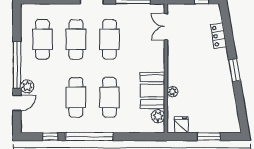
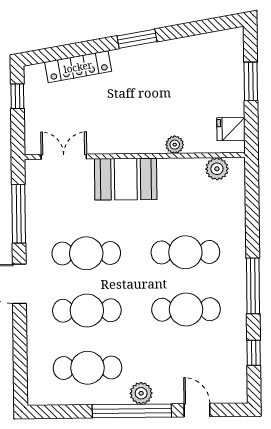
double door: (166, 27) -> (64, 157), swing flipped
locker: (219, 36) -> (78, 67), width x1.53
plant: (27, 86) -> (141, 393), moved
booth: (152, 90) -> (126, 179), moved
window: (89, 137) -> (253, 286), width x0.68

